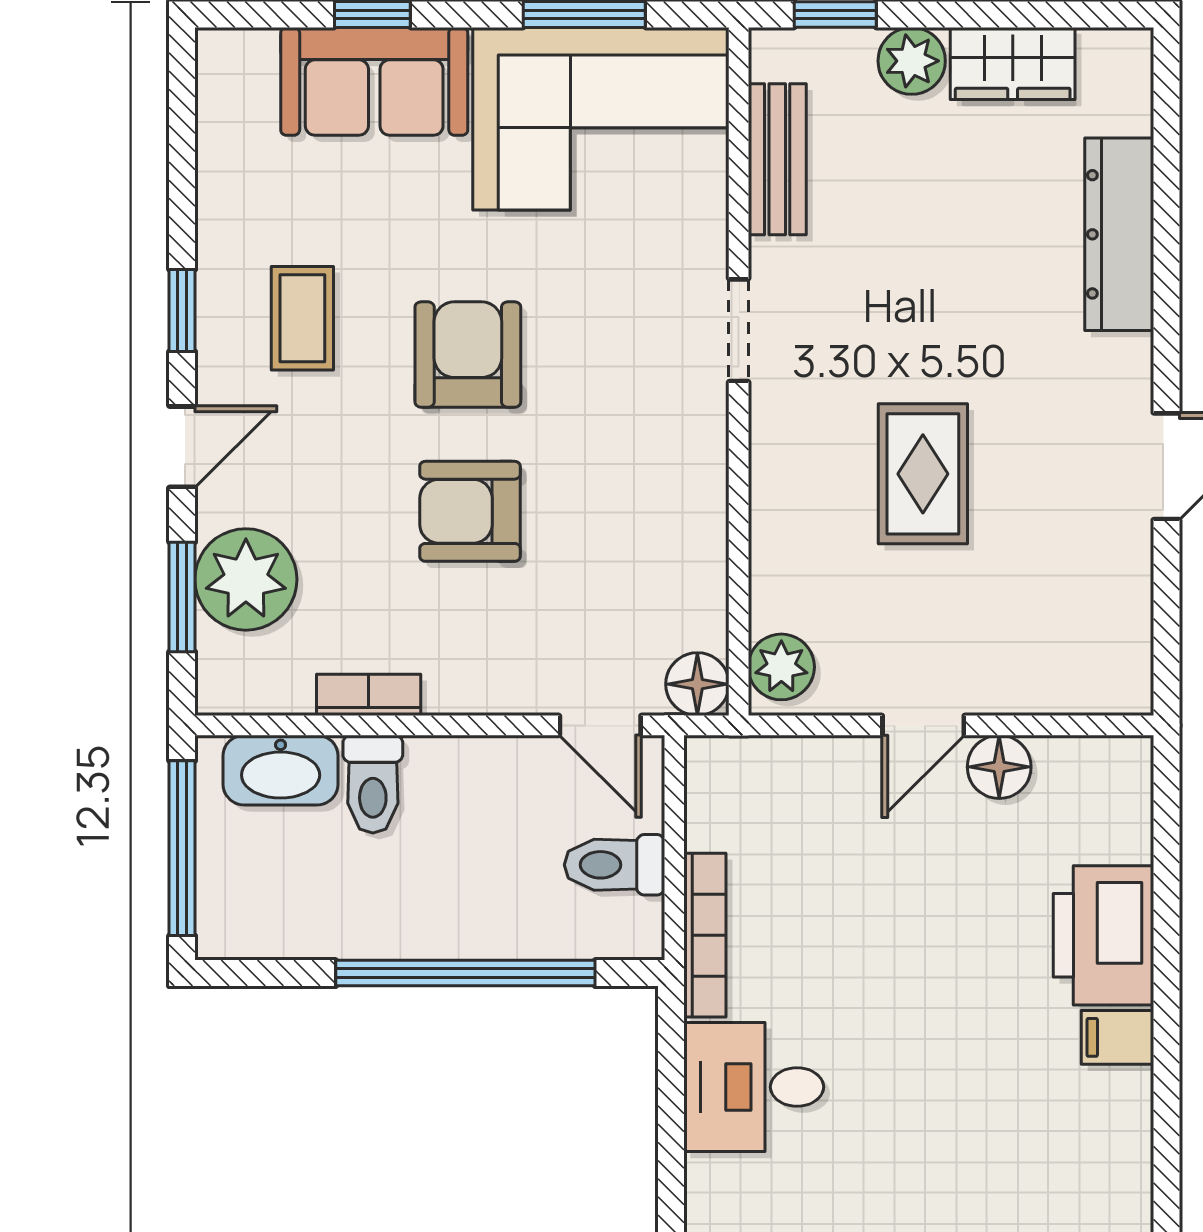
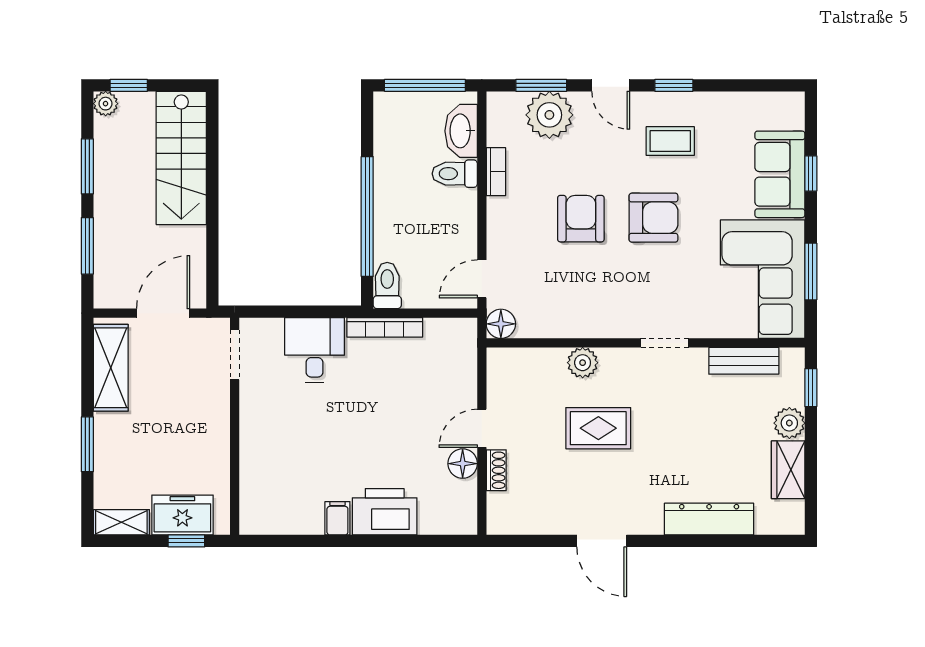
plant: (781, 667) -> (583, 363), moved
shoe rack: (1014, 694) -> (496, 470), added
door: (923, 725) -> (482, 428), hinge flipped
toilet: (615, 865) -> (387, 285), moved

